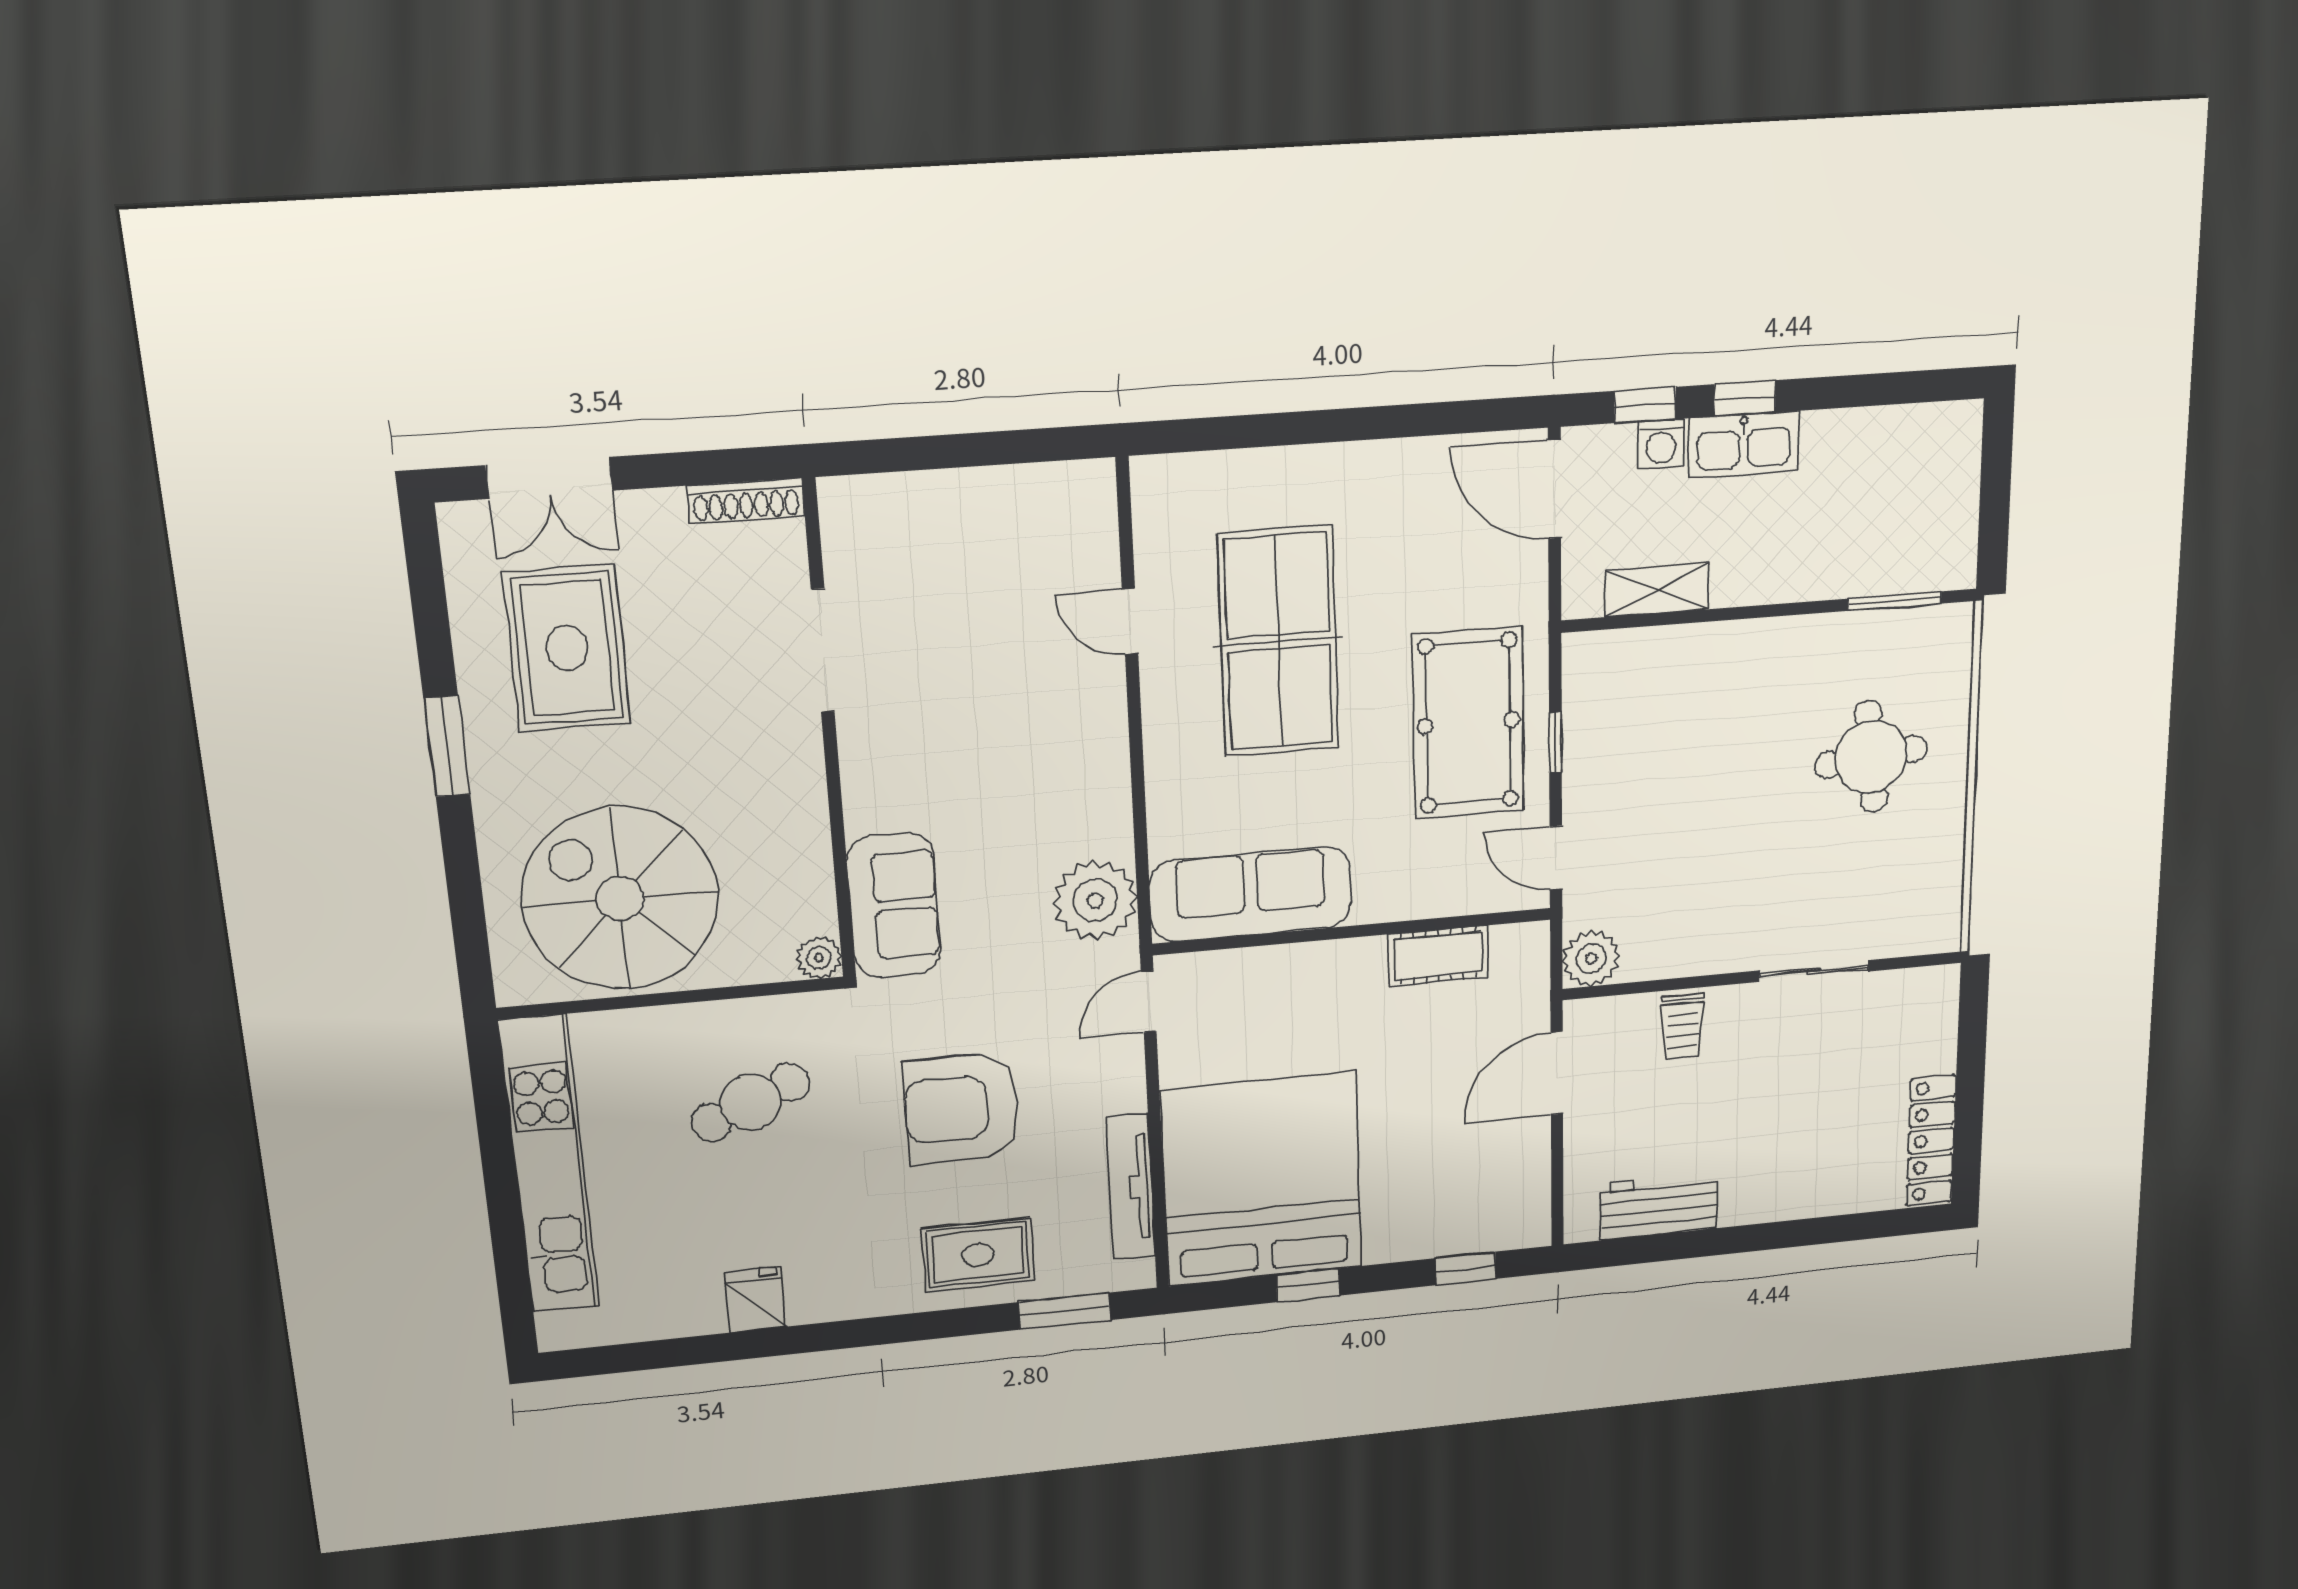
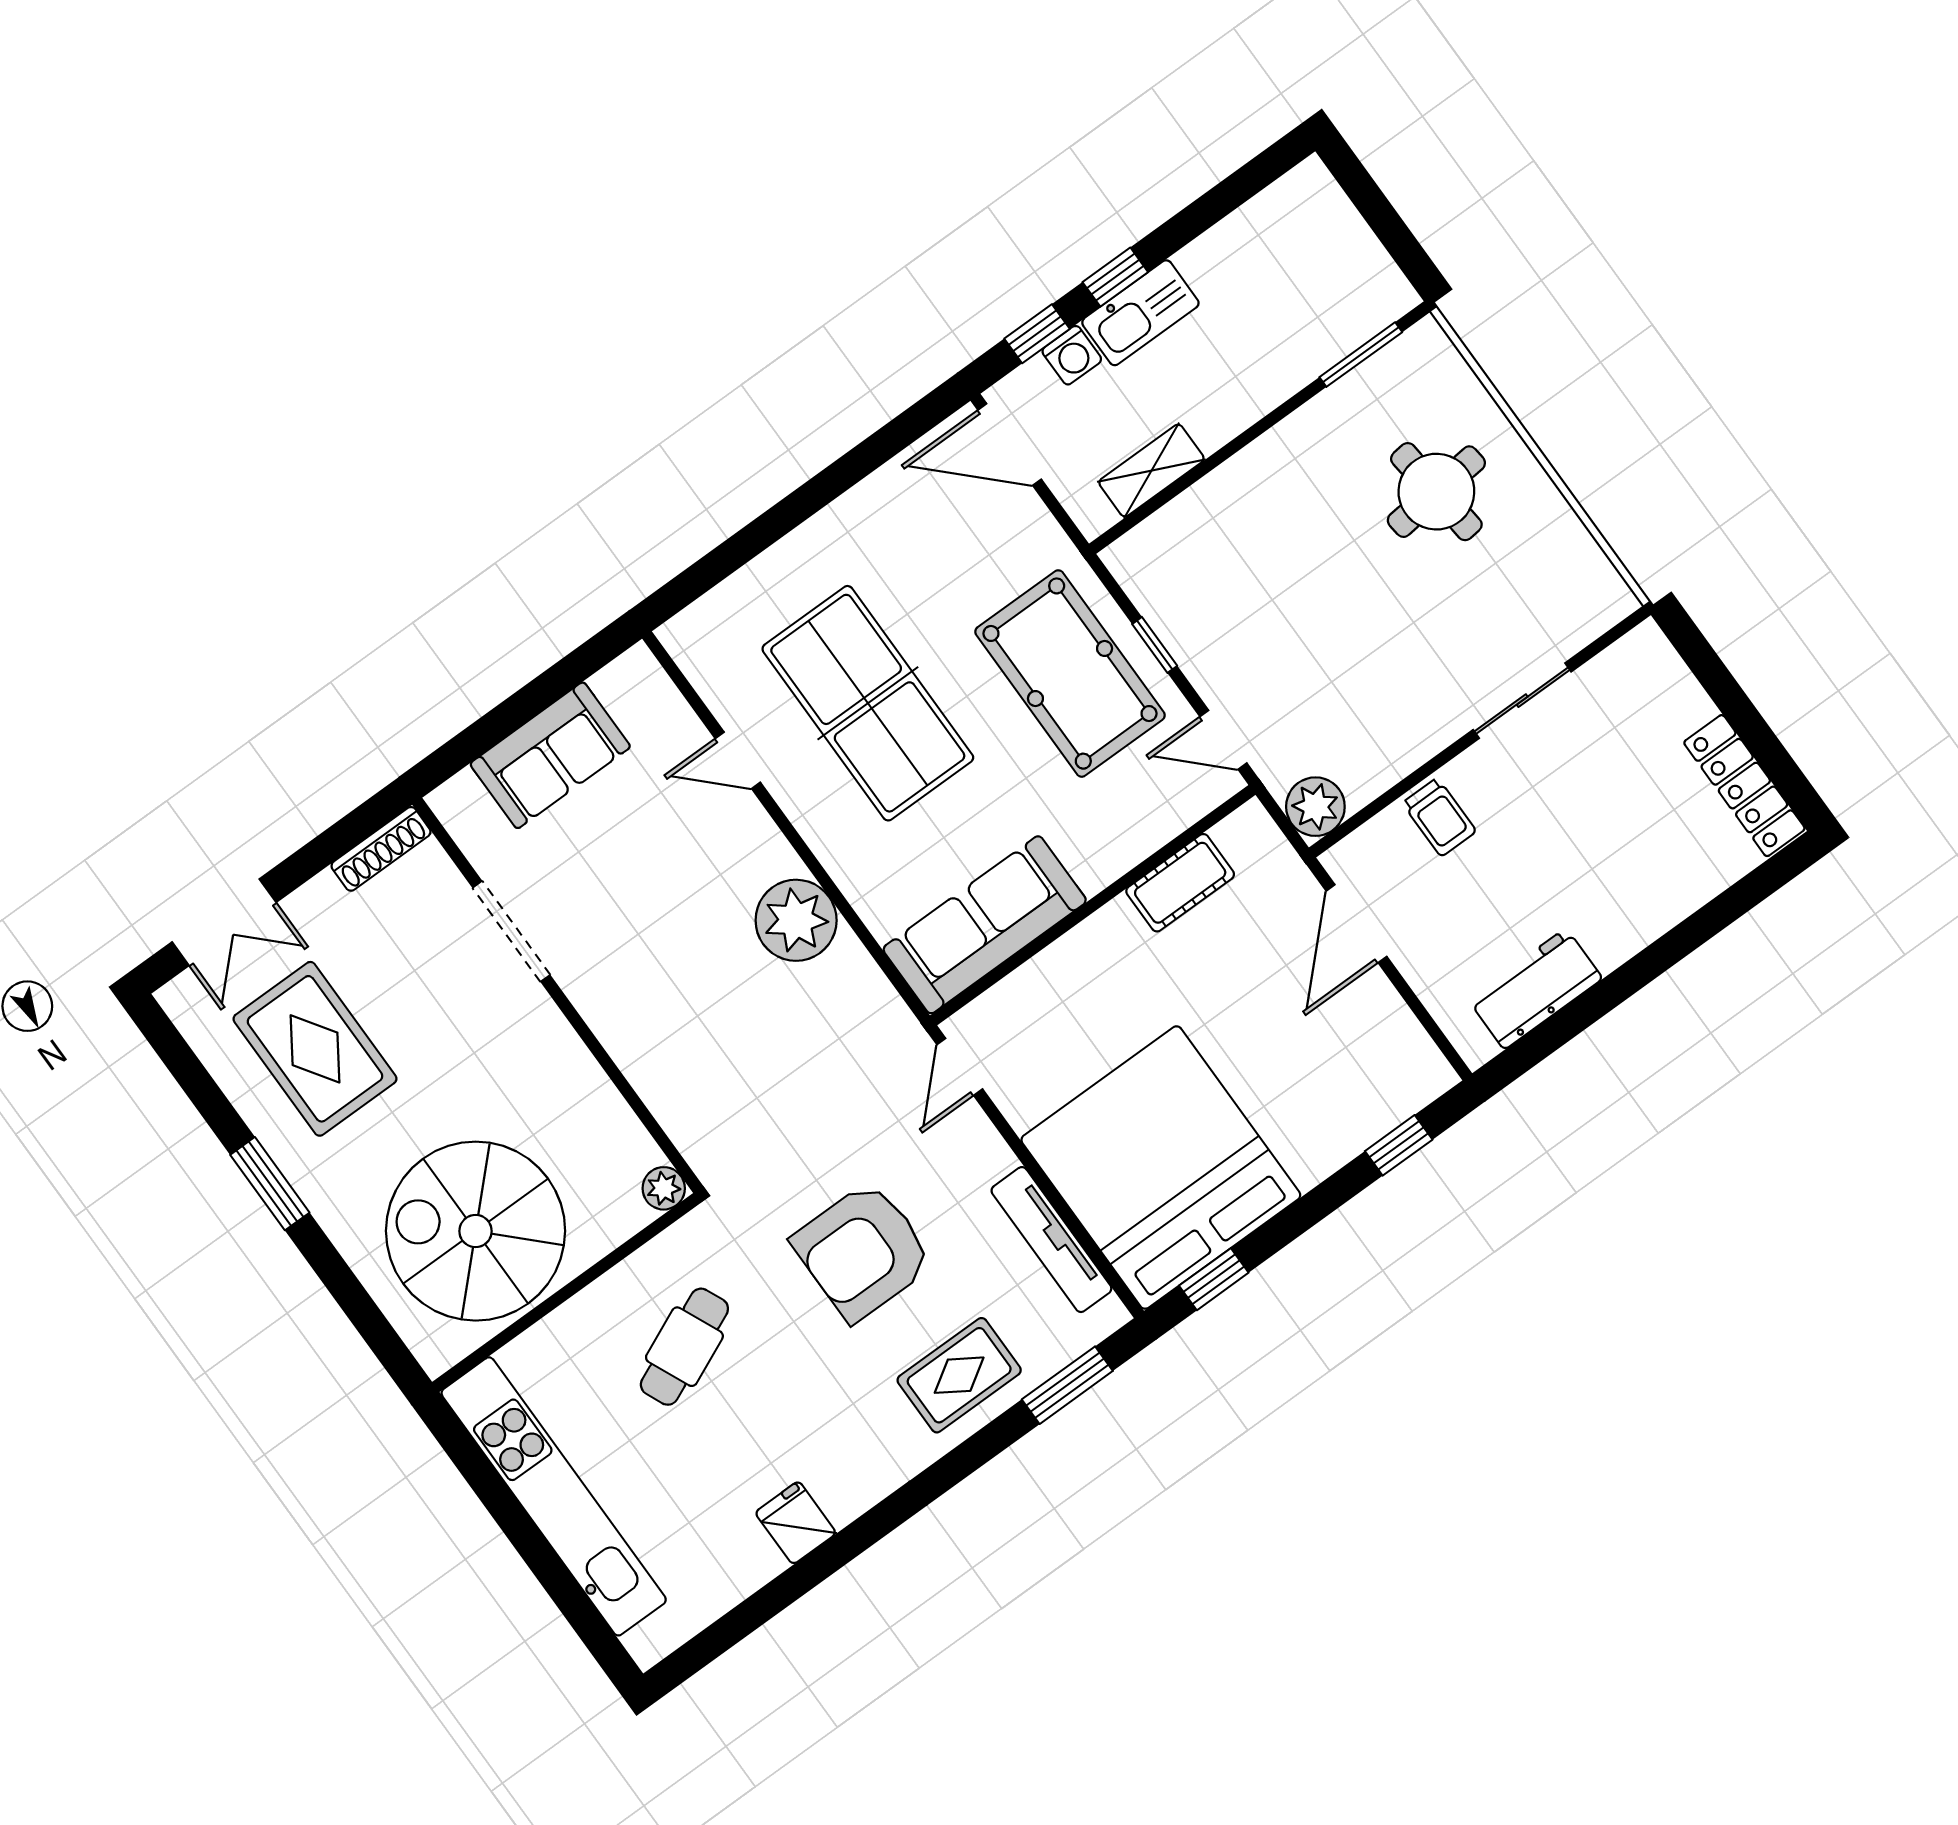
plant: (1095, 900) -> (796, 920), moved
sofa: (894, 905) -> (550, 755), moved, turned 90
window: (1308, 1285) -> (1214, 1279), moved

